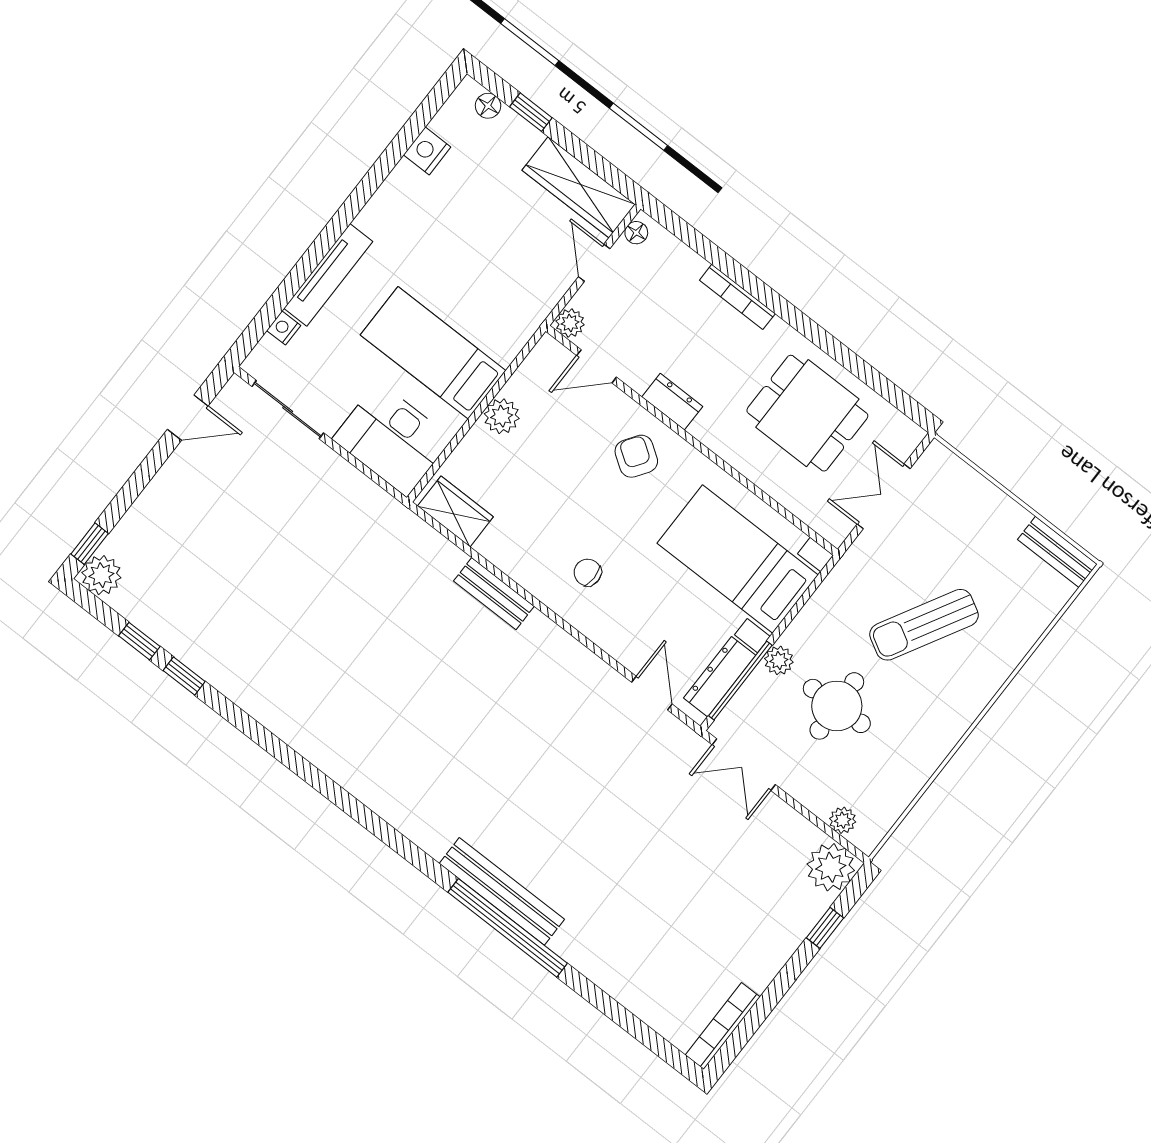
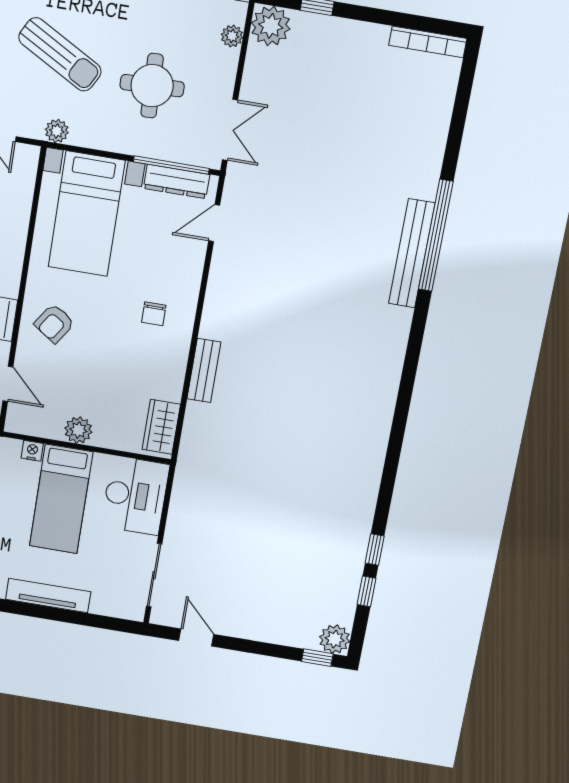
nightstand: (284, 328) -> (32, 451), moved, turned 180
plant: (779, 660) -> (57, 131), moved

